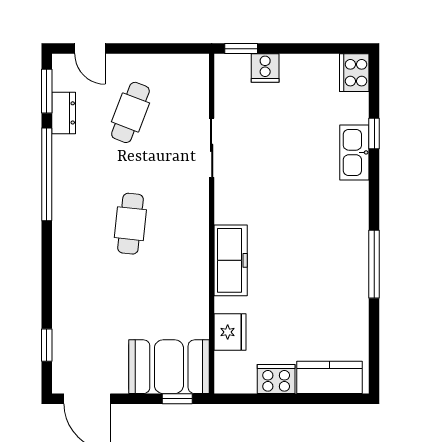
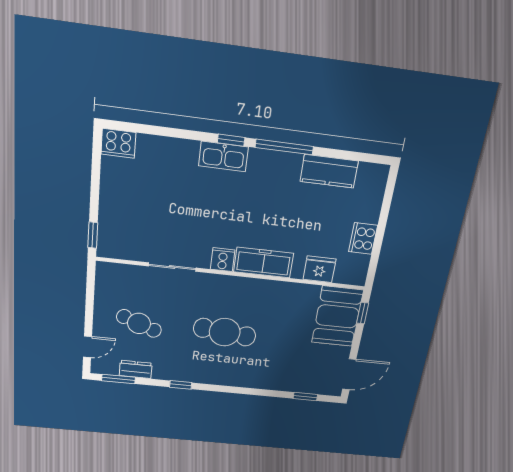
cooker: (265, 68) -> (223, 260), moved, turned -90
window: (374, 134) -> (231, 140), moved
kitchen sink: (354, 152) -> (223, 156), moved
window: (47, 174) -> (181, 385), width x0.32
cafe table: (130, 224) -> (225, 332), width x1.37, depth x1.35
kitchen counter: (330, 377) -> (329, 171), moved, turned -90

